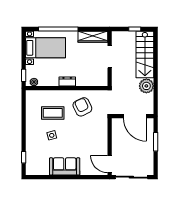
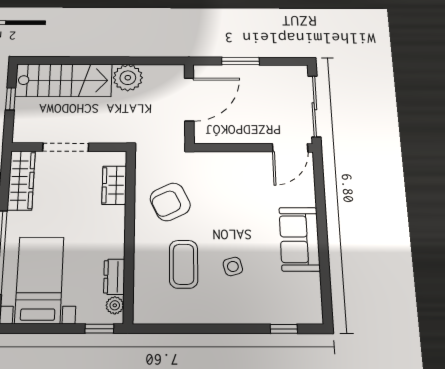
dresser: (67, 81) -> (114, 277), moved
wardrobe: (91, 81) -> (114, 185), added

